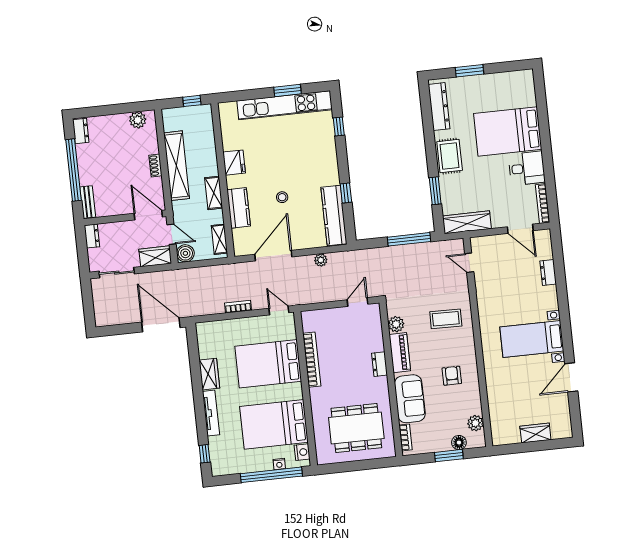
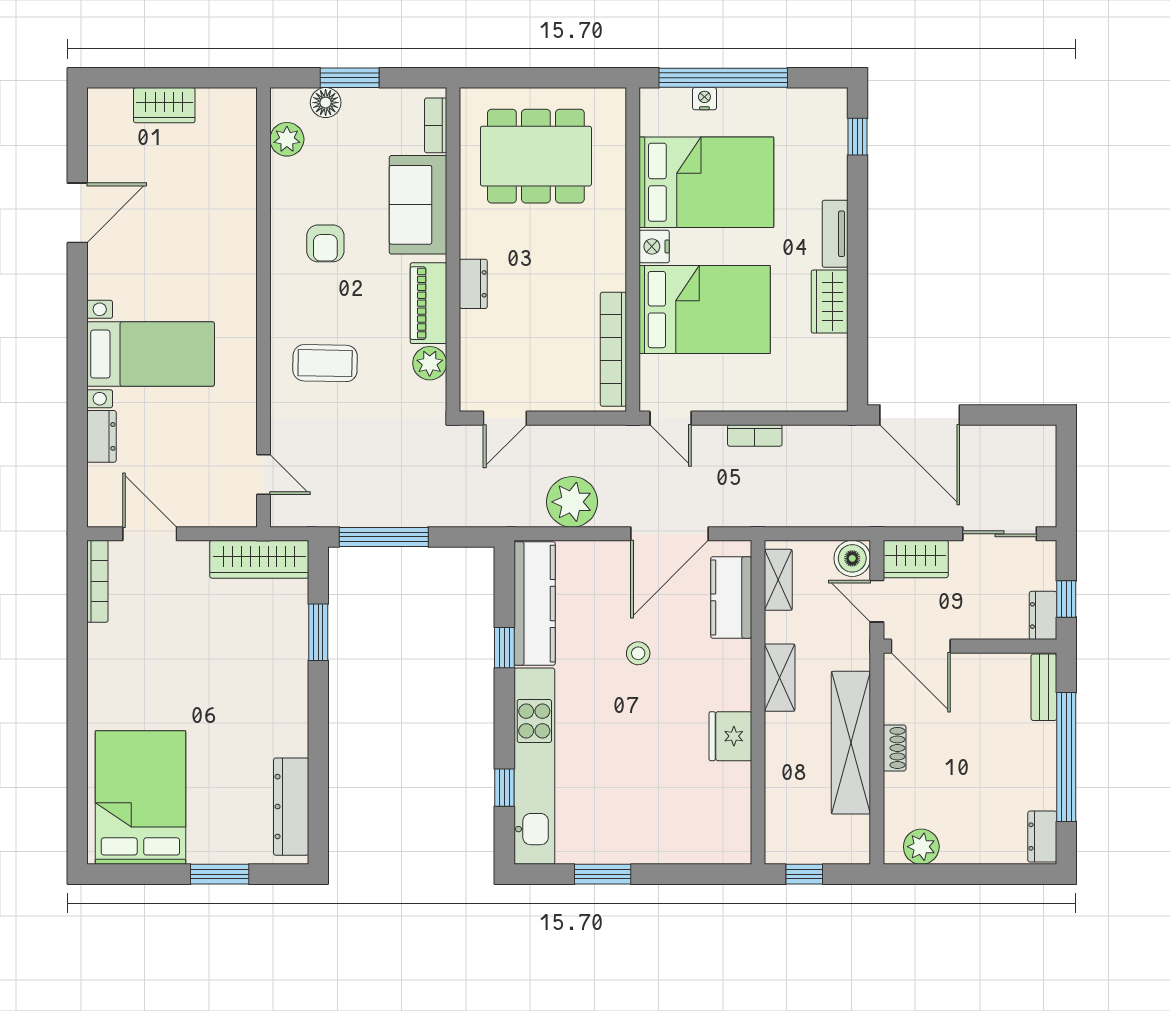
kitchen unit: (285, 105) -> (534, 766), moved, turned 90
bed: (508, 131) -> (140, 798), moved, turned -90
rug: (450, 156) -> (280, 701), removed
desk: (527, 168) -> (123, 658), removed
kitchen counter: (239, 208) -> (731, 597), moved
window: (82, 245) -> (1066, 599), added
plant: (321, 260) -> (572, 502), width x1.88, depth x1.88
bed with nightstands: (532, 339) -> (151, 354), moved
bookcase: (312, 360) -> (613, 349), moved
tv unit: (211, 413) -> (835, 234), width x0.71
nightstand: (302, 452) -> (654, 246), moved

